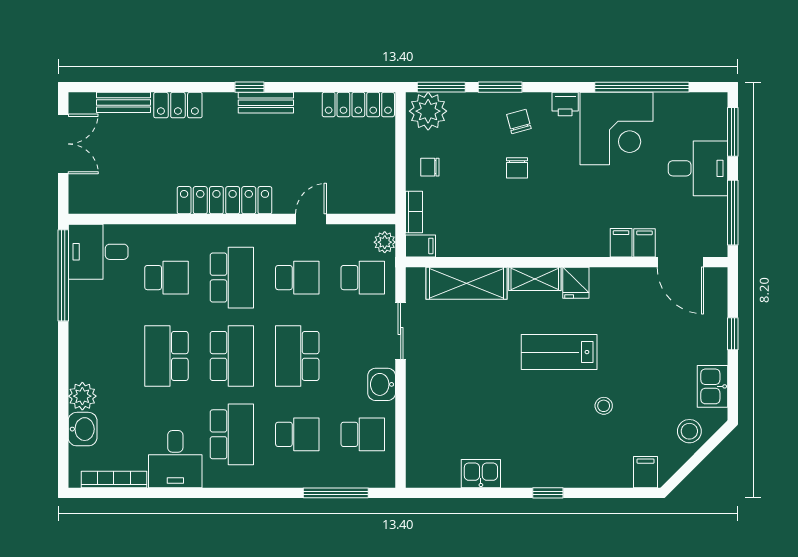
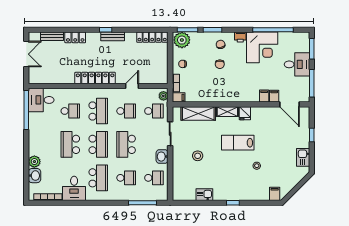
stool: (689, 431) -> (198, 156), moved

